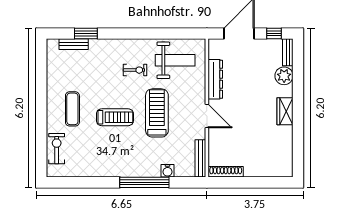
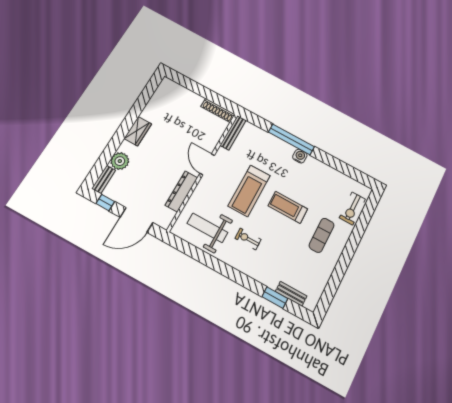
water cooler: (168, 171) -> (300, 156), moved

